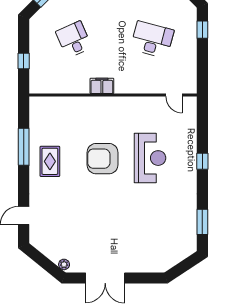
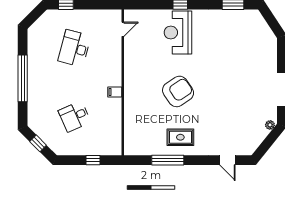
filing cabinet: (102, 86) -> (115, 92), width x0.50
reception desk: (150, 158) -> (178, 32), moved, turned -90
armchair: (103, 159) -> (178, 91), turned -124

